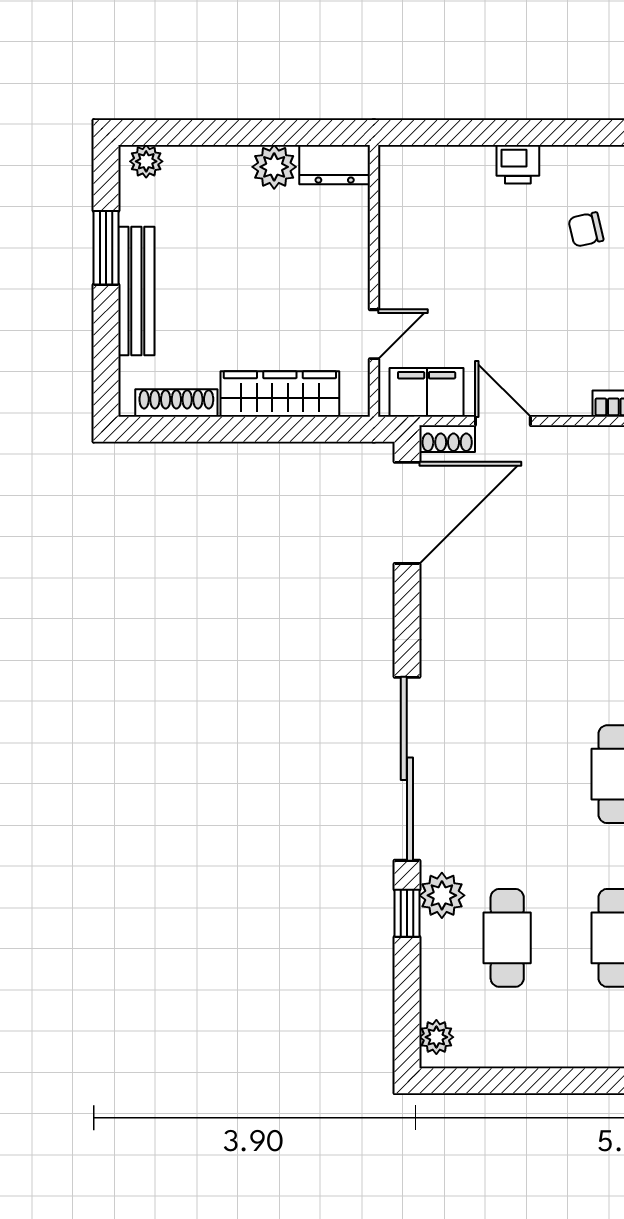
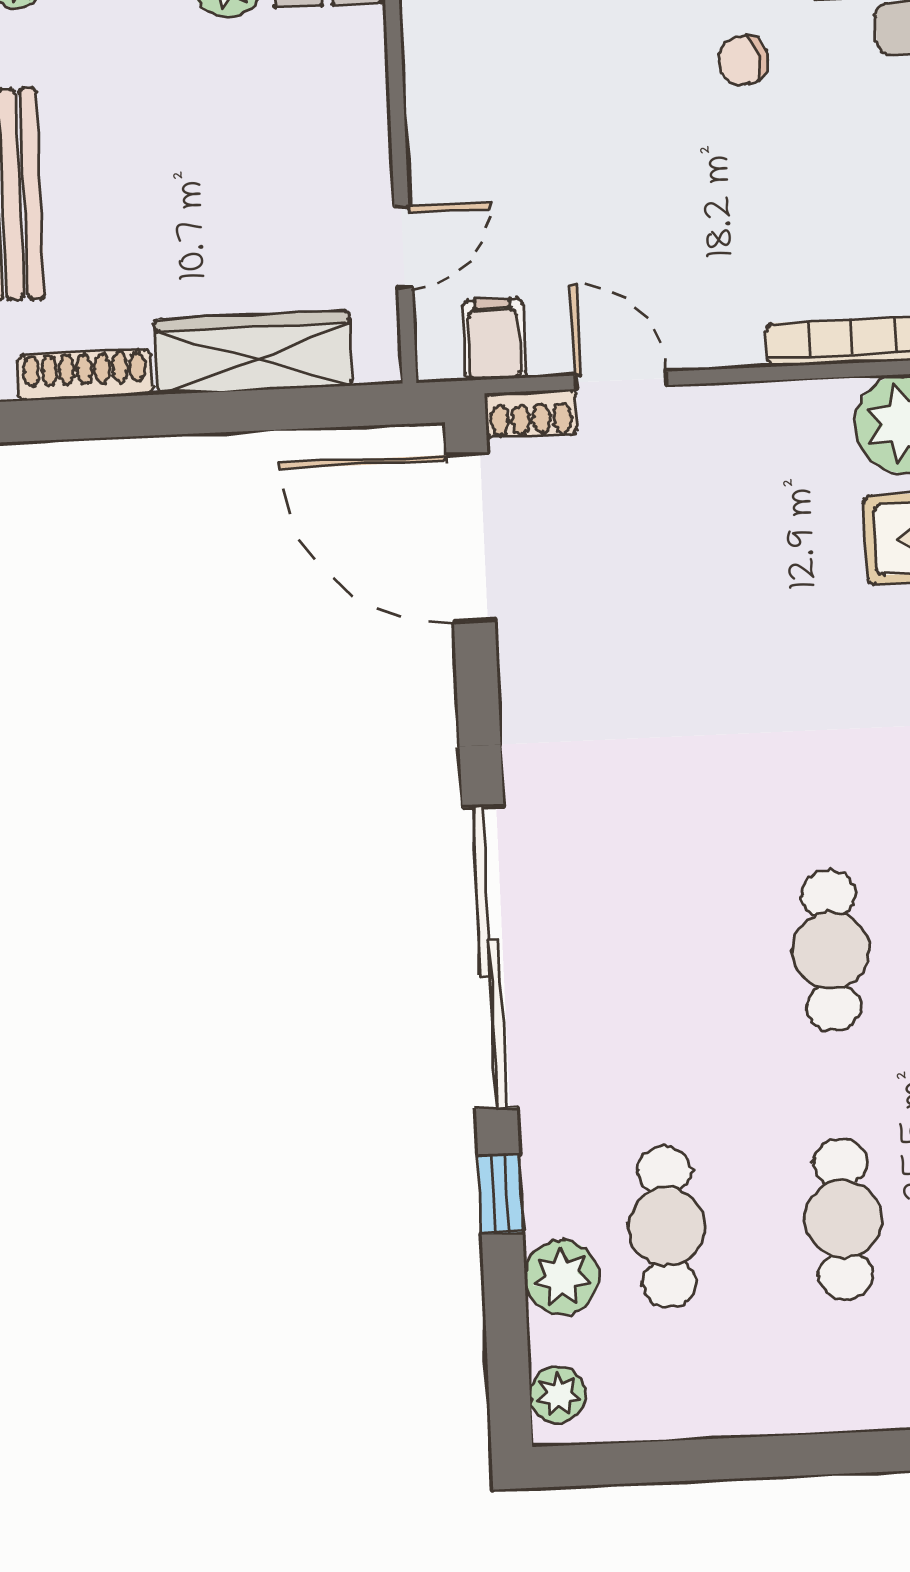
filing cabinet: (427, 392) -> (494, 339), width x0.50
door: (407, 513) -> (471, 538), swing flipped
plant: (442, 895) -> (562, 1277), moved

